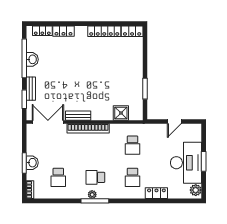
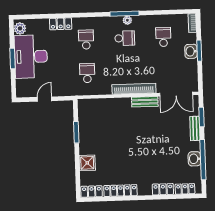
shower: (121, 113) -> (87, 163), moved

